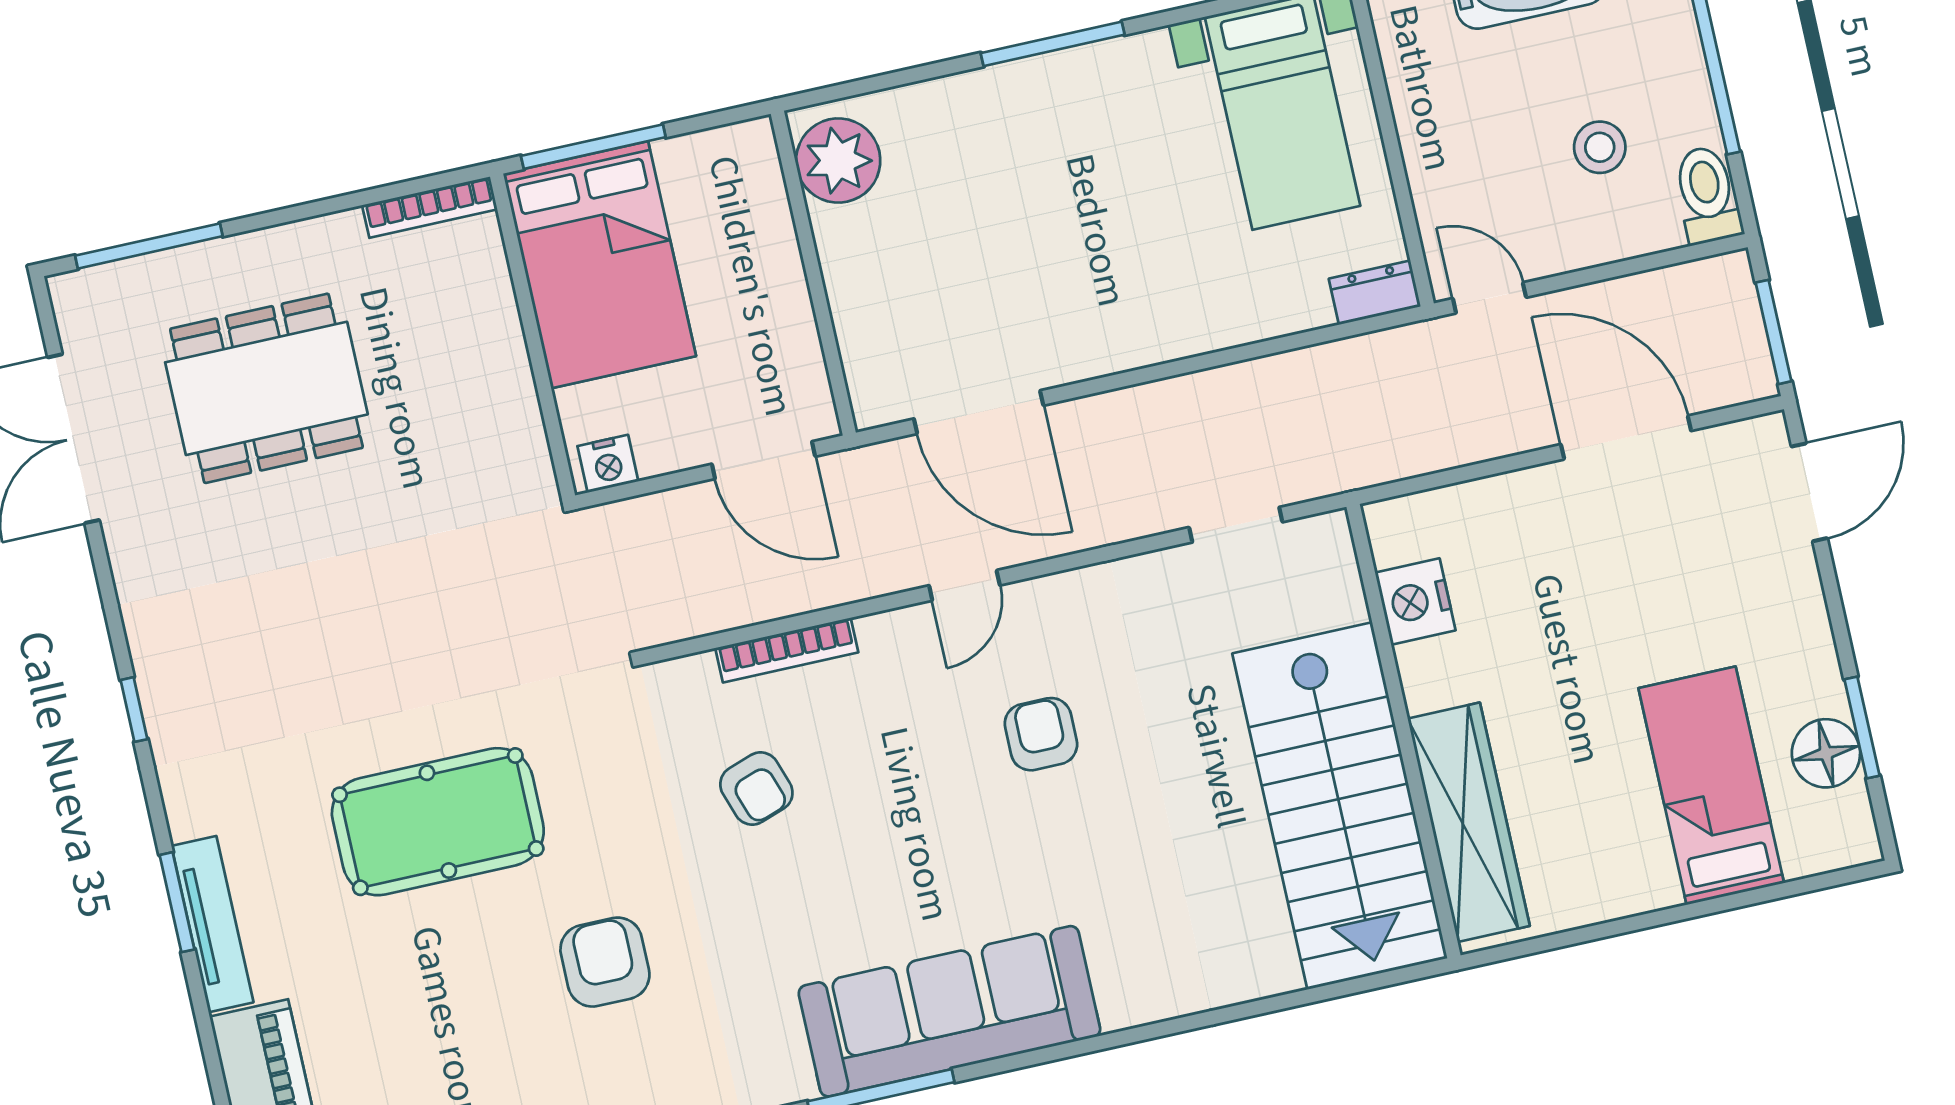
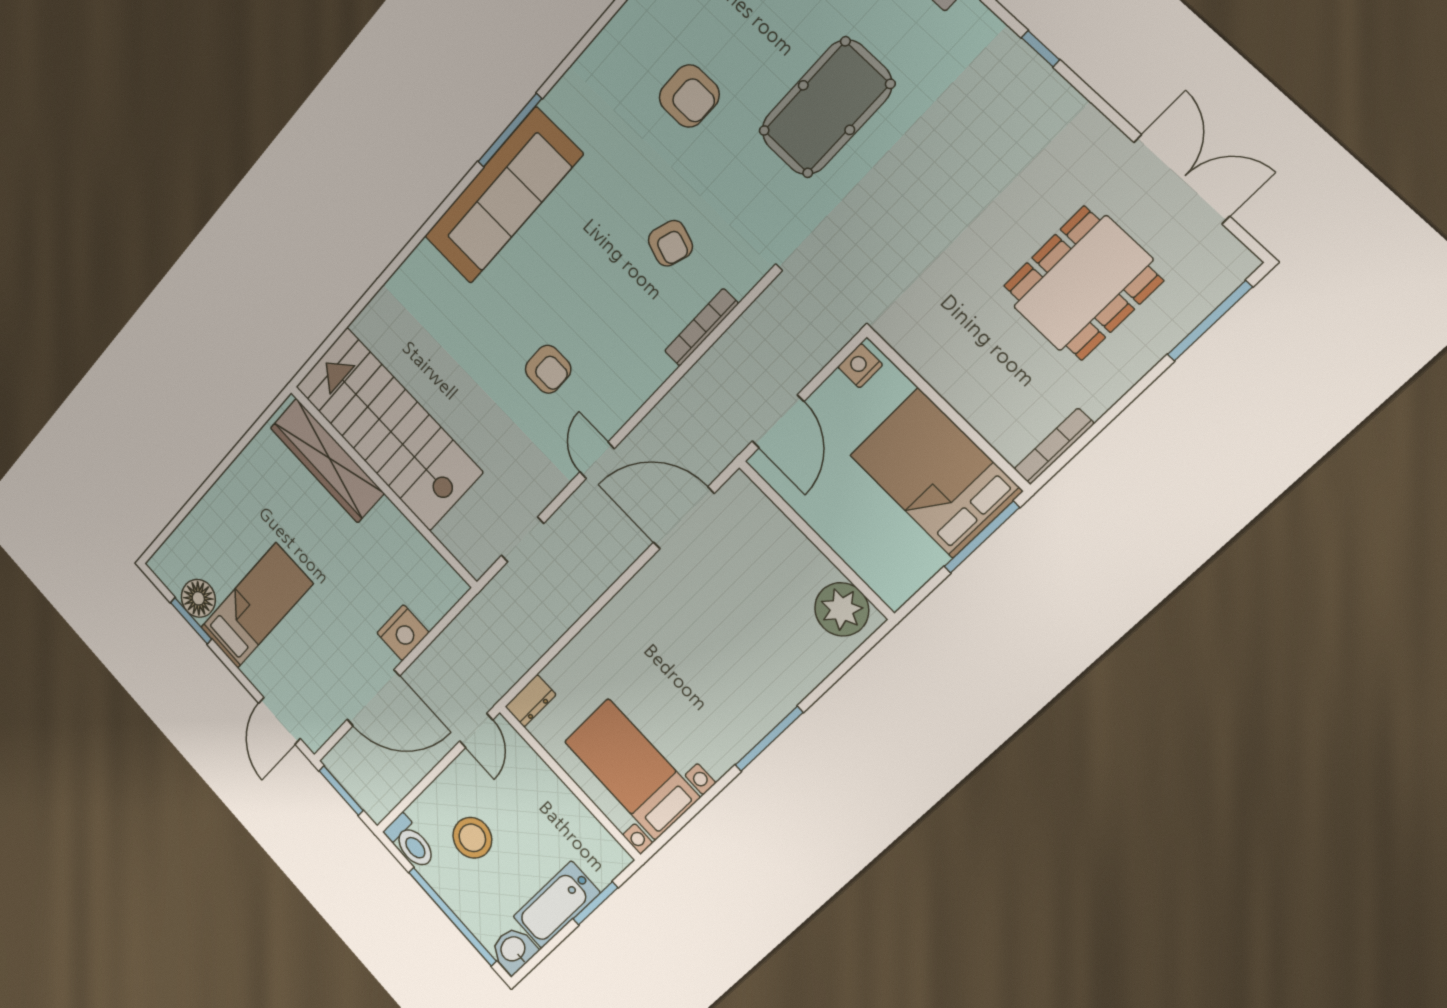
stool: (1600, 147) -> (472, 838), width x1.38, depth x1.38
door: (1489, 298) -> (476, 730), hinge flipped
door: (764, 460) -> (778, 421), swing flipped
door: (964, 585) -> (597, 460), moved
nightstand: (1415, 602) -> (403, 633), moved, turned 90
bed: (1711, 786) -> (257, 606), moved, turned -90
armchair: (756, 788) -> (670, 243), turned -143

